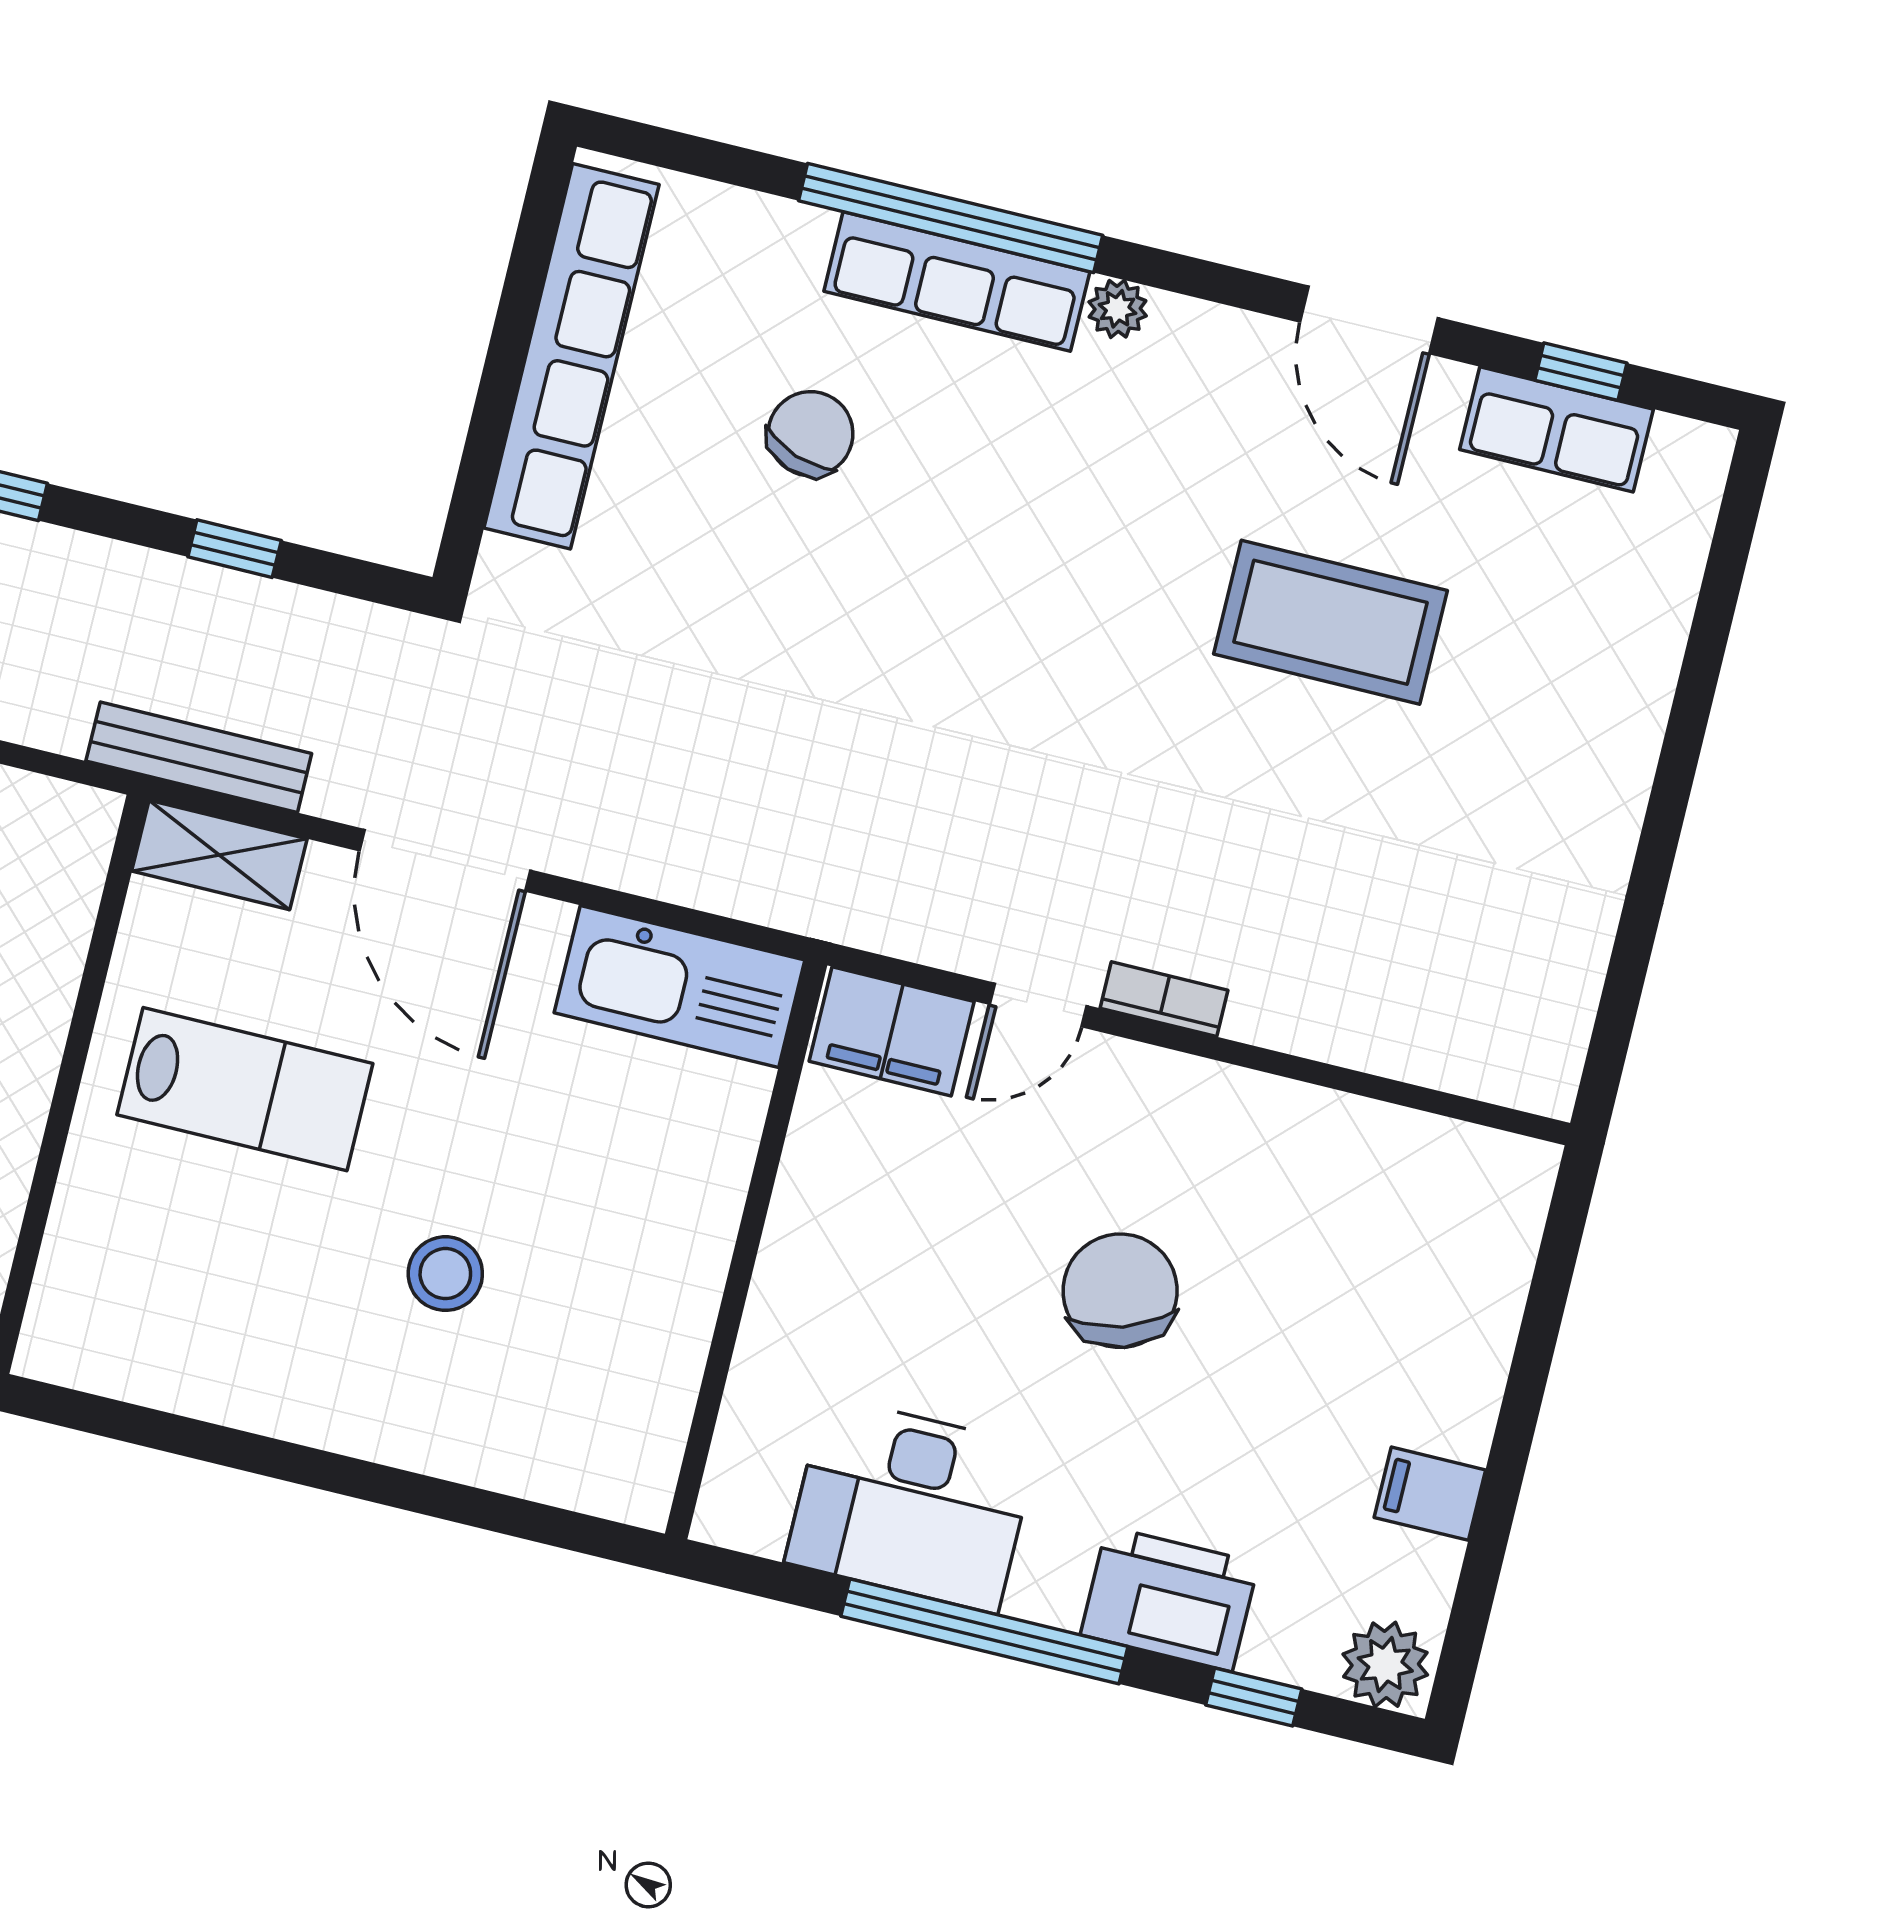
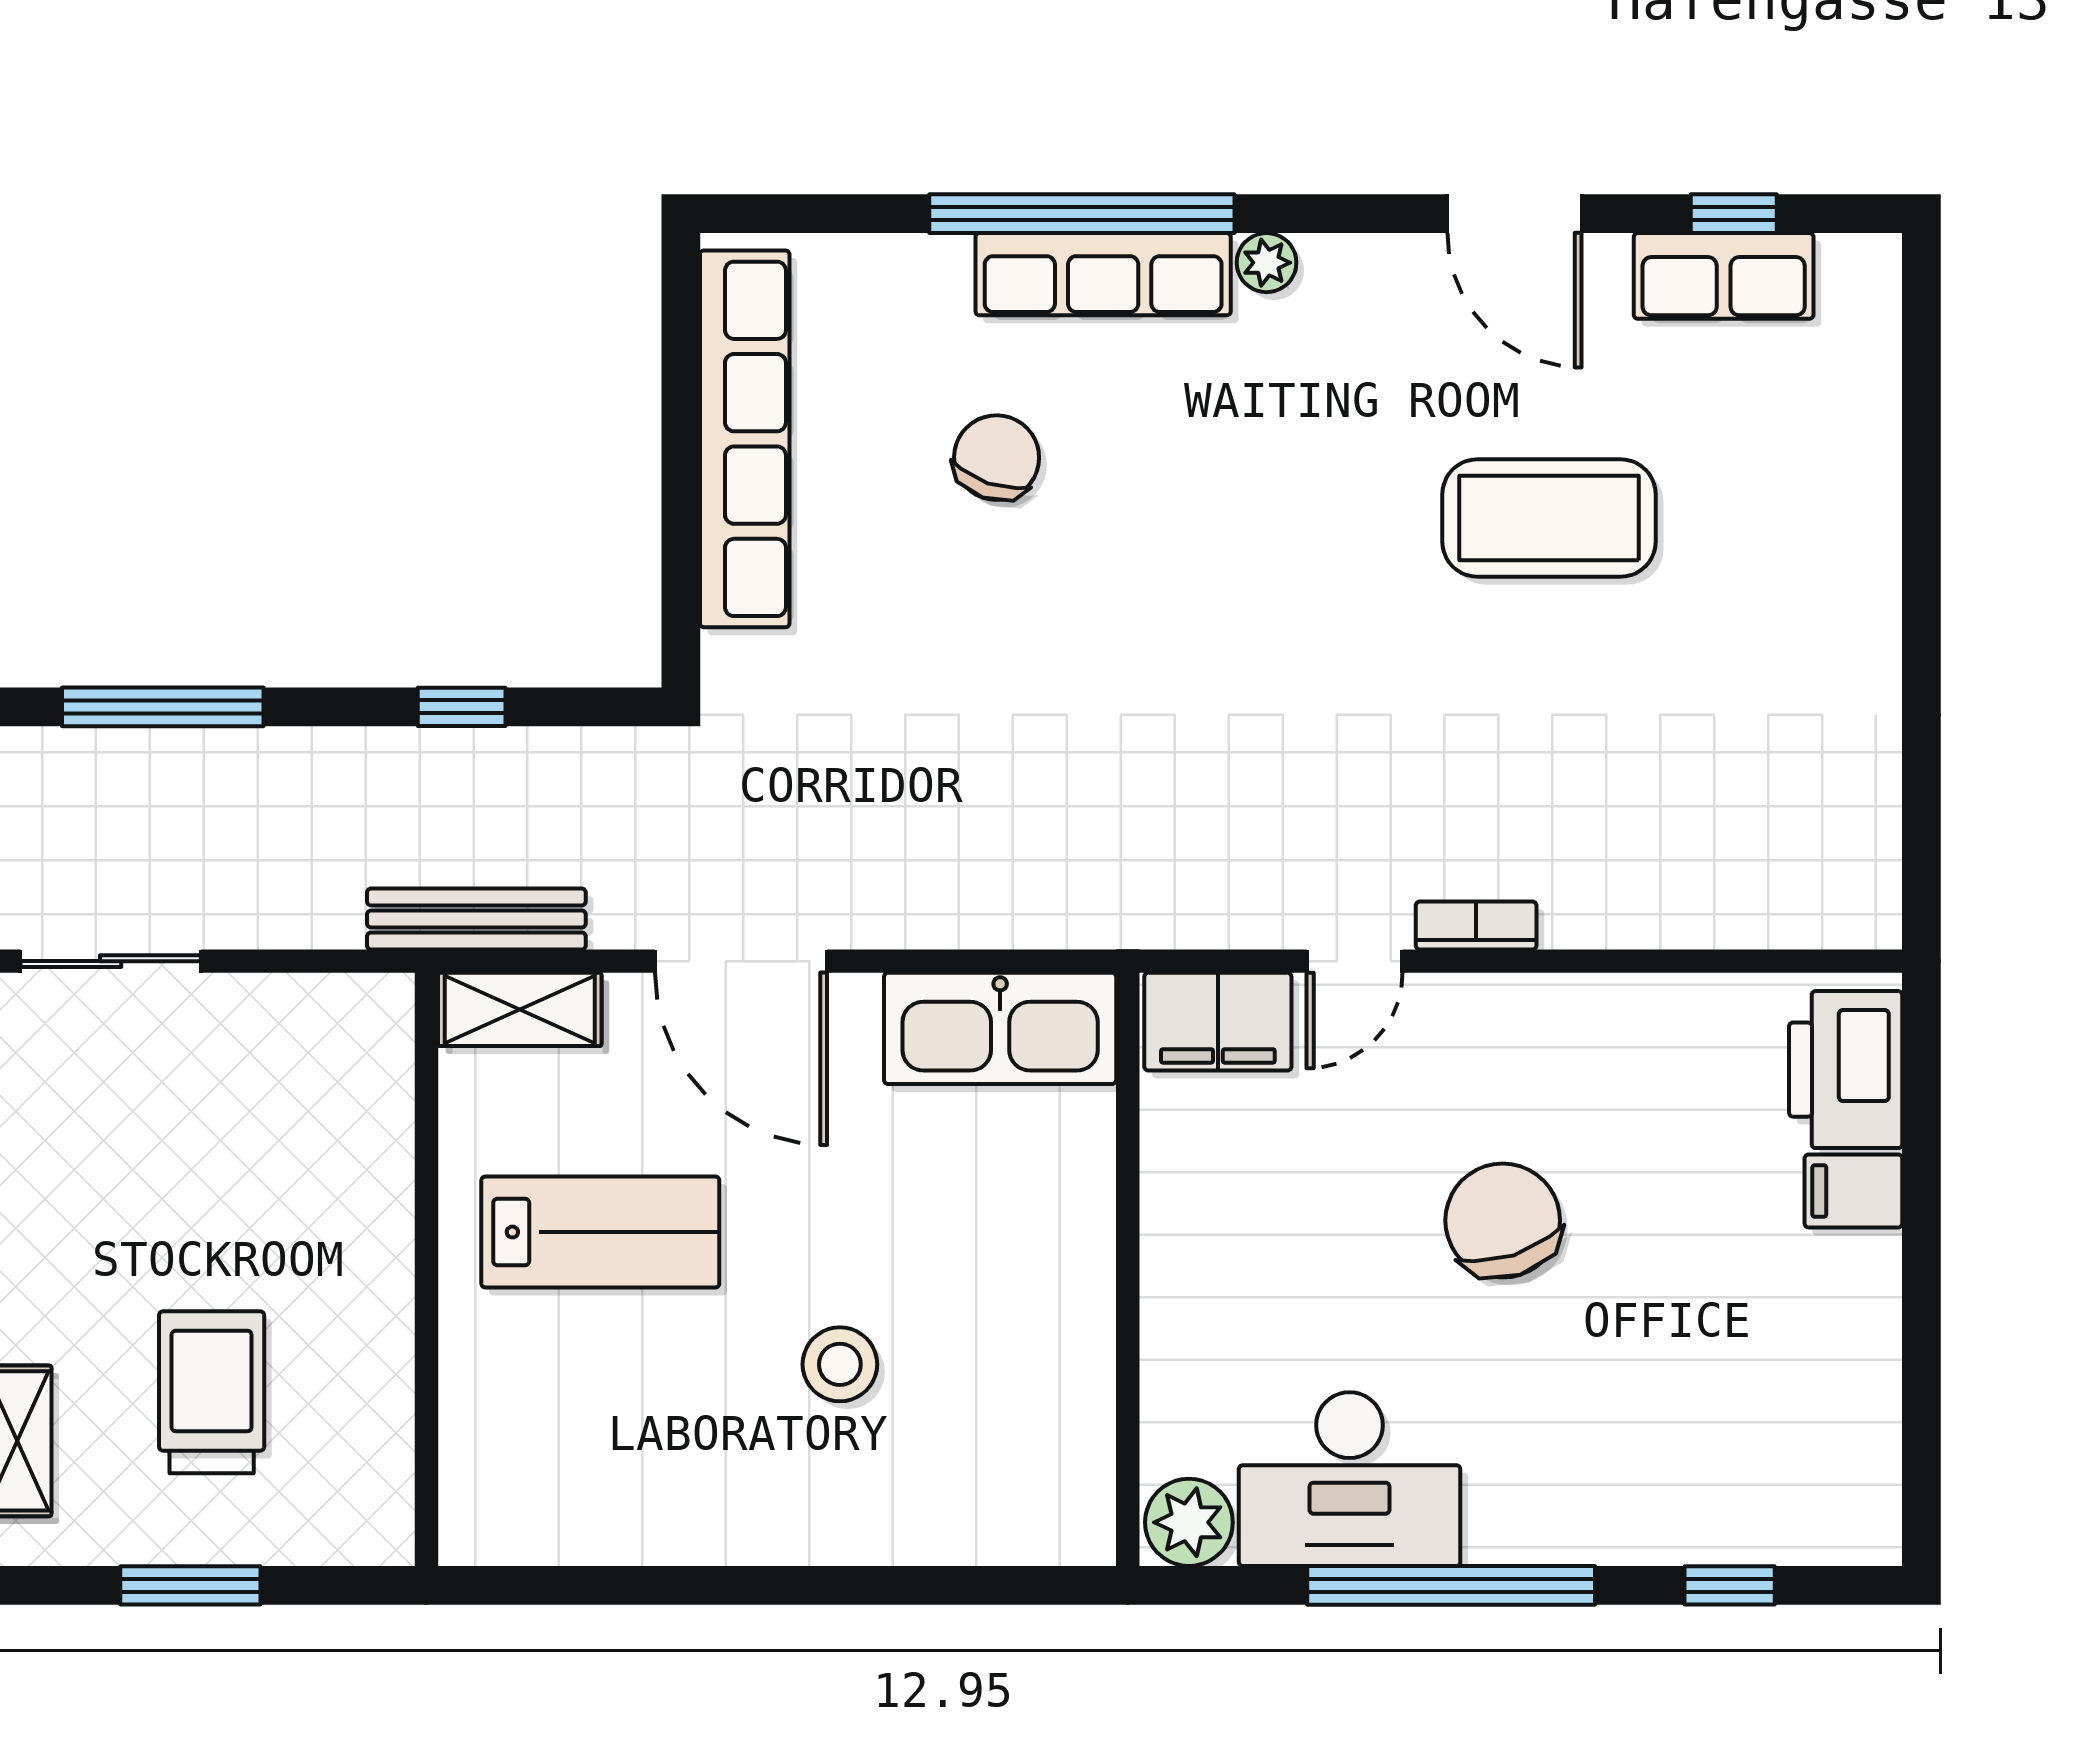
filing cabinet: (1430, 1494) -> (1853, 1191), moved
printer: (1170, 1599) -> (1846, 1070), moved, turned -90
plant: (1385, 1665) -> (1189, 1522), moved

